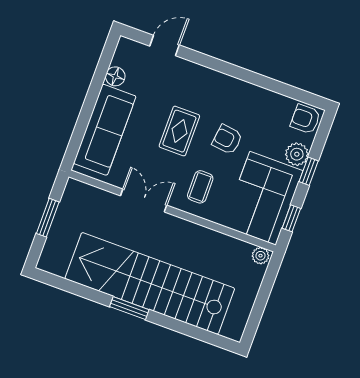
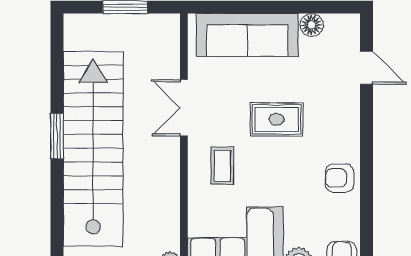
armchair: (227, 139) -> (340, 178), moved, turned -97
coffee table: (200, 187) -> (222, 166), turned 90
double door: (144, 200) -> (184, 108), swing flipped

